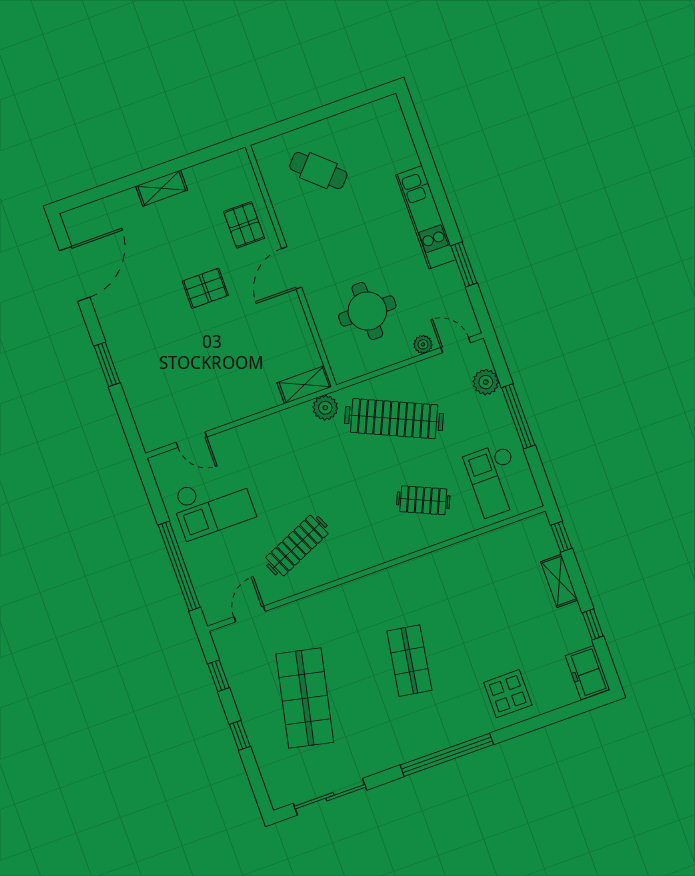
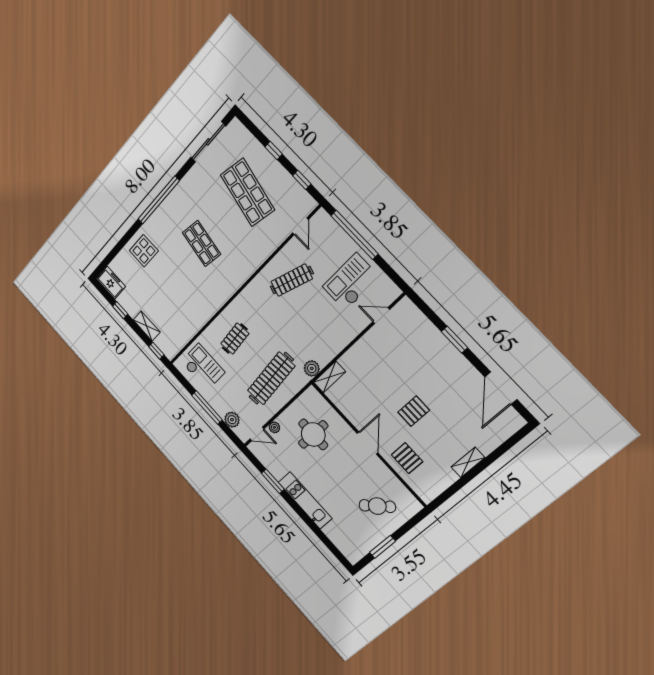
window: (338, 107) -> (382, 547), added
clothes rail: (394, 419) -> (271, 378), turned -30
clothes rail: (423, 500) -> (235, 339), turned -30
clothes rail: (297, 546) -> (292, 280), turned 42

